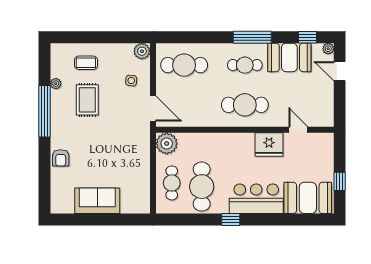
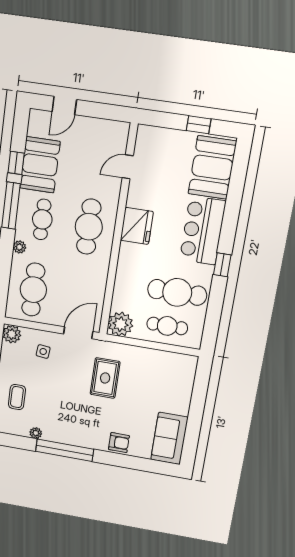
window: (308, 37) -> (16, 163), moved
plant: (328, 49) -> (19, 247), moved
rug: (87, 100) -> (105, 378), moved, turned 90
fridge: (269, 145) -> (137, 226), moved
sofa: (97, 201) -> (169, 438), moved

